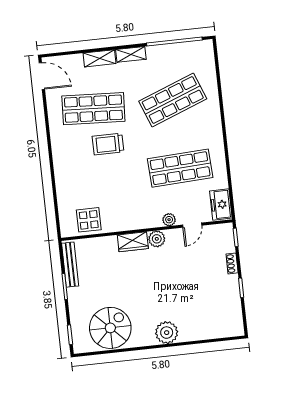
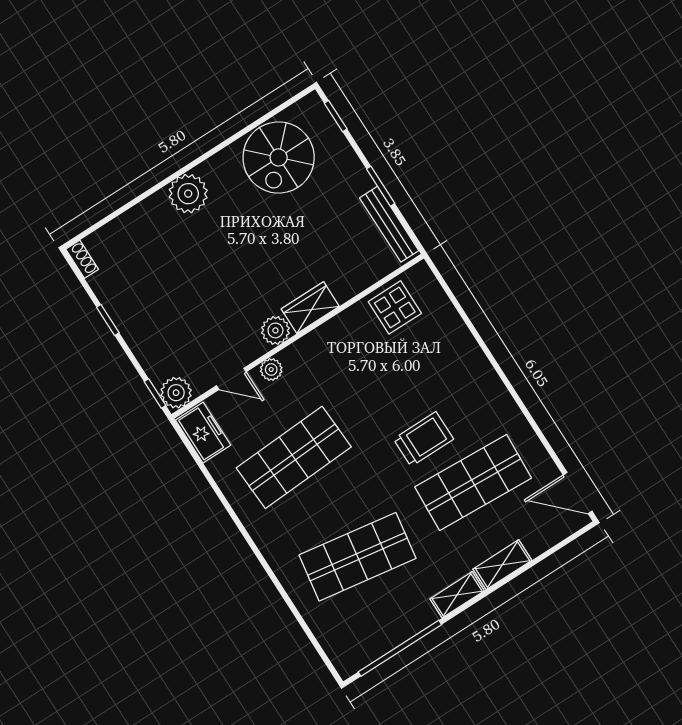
shop shelf: (173, 100) -> (358, 557), turned 30
door: (192, 225) -> (231, 379), swing flipped
plant: (225, 232) -> (176, 393), added
shoe rack: (232, 263) -> (82, 259), moved

